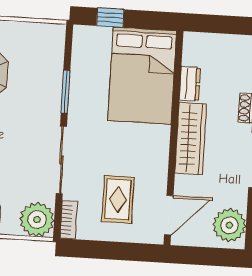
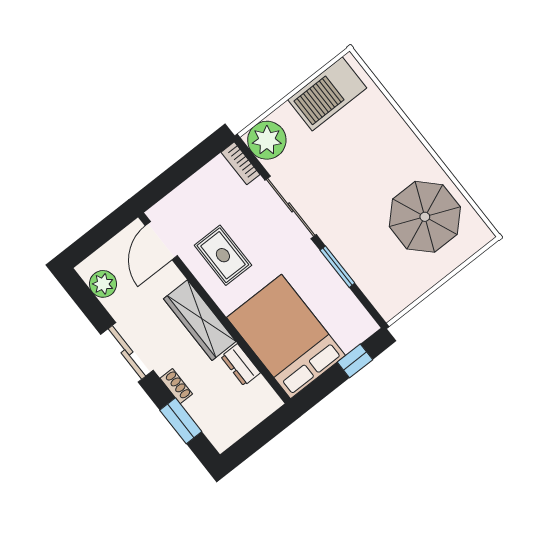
rug: (118, 199) -> (223, 255), moved
plant: (229, 225) -> (103, 284), width x0.73, depth x0.73

